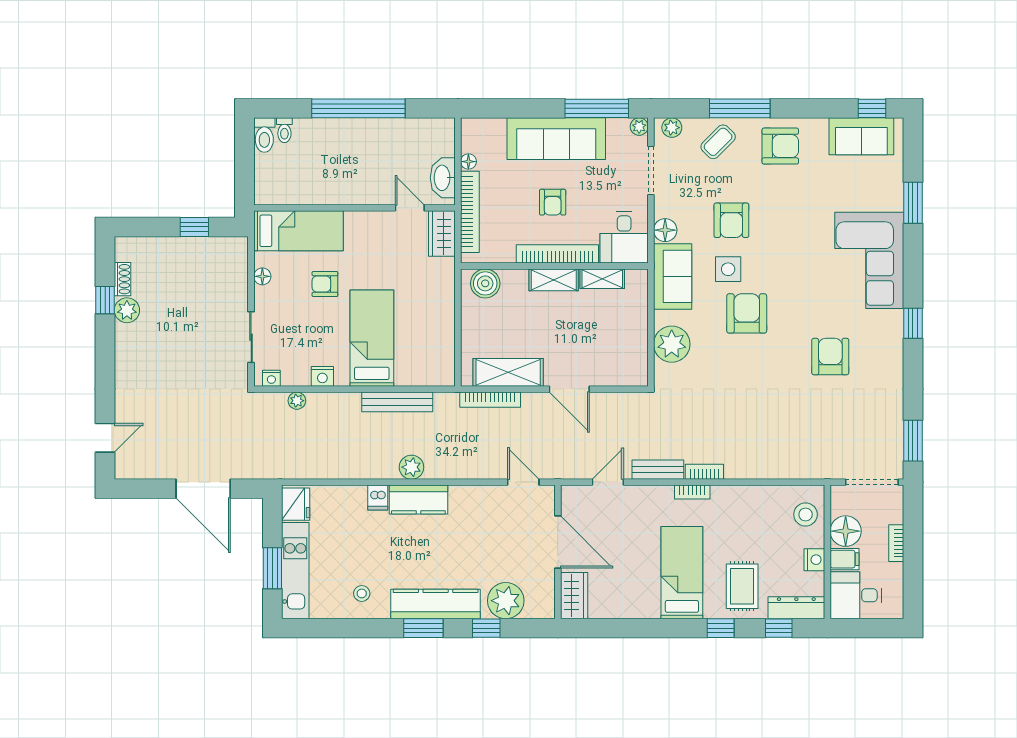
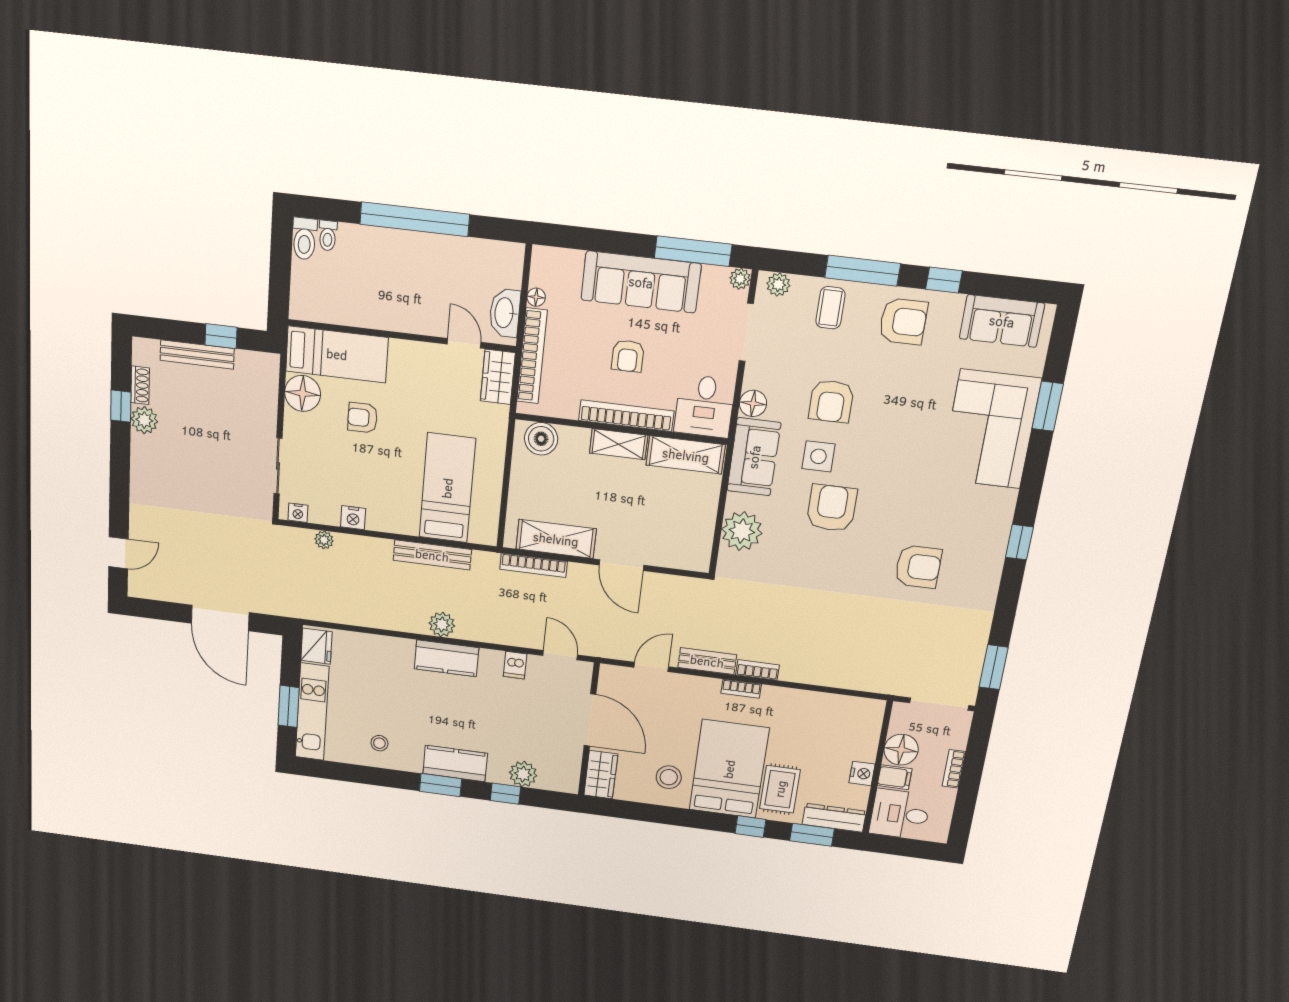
window: (872, 108) -> (944, 280), moved
coffee table: (718, 142) -> (830, 308), turned -45
bench: (173, 246) -> (197, 354), added
corner sofa: (869, 260) -> (990, 429), moved
floor lamp: (262, 276) -> (303, 393), width x1.89, depth x1.89
shelving: (602, 279) -> (686, 455), width x1.50, depth x1.33
bed: (372, 338) -> (447, 488), moved
armchair: (830, 357) -> (918, 567), turned 90
dishwasher: (378, 498) -> (515, 665), moved
stool: (806, 514) -> (669, 777), moved
bed: (682, 573) -> (729, 769), width x1.50
plant: (506, 601) -> (523, 774), width x0.73, depth x0.73
kitchen counter: (436, 604) -> (455, 763), width x0.67
window: (779, 628) -> (812, 835), width x1.50

